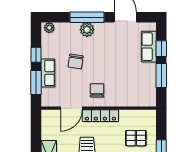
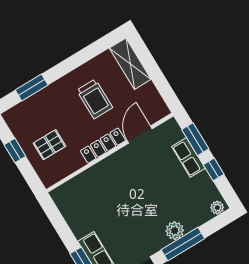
chair: (76, 61) -> (166, 188), removed
window: (161, 76) -> (63, 230), removed
chair: (97, 90) -> (123, 171), removed

